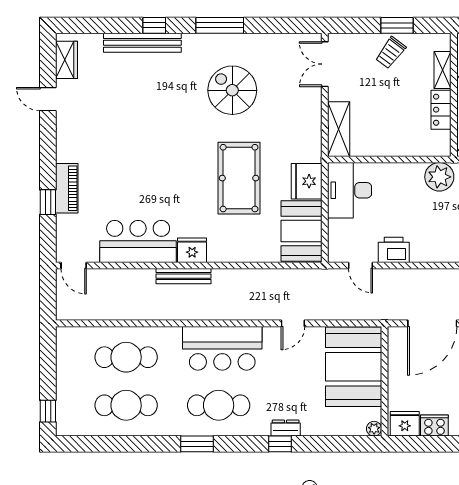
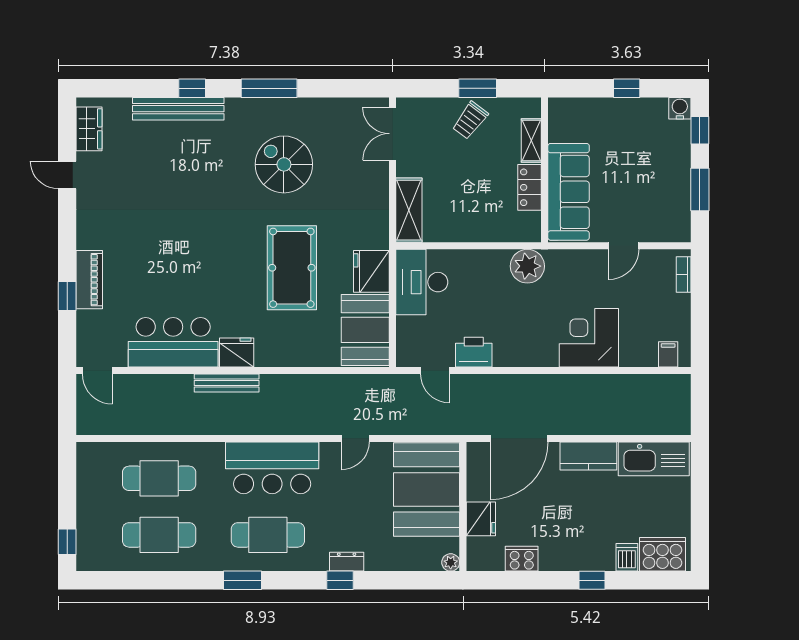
fridge: (405, 424) -> (481, 519), moved, turned 90

